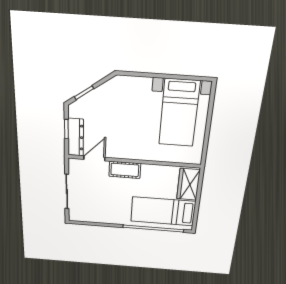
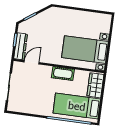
bed with nightstands: (179, 113) -> (85, 50), moved, turned 90
cot: (125, 170) -> (63, 73), moved

